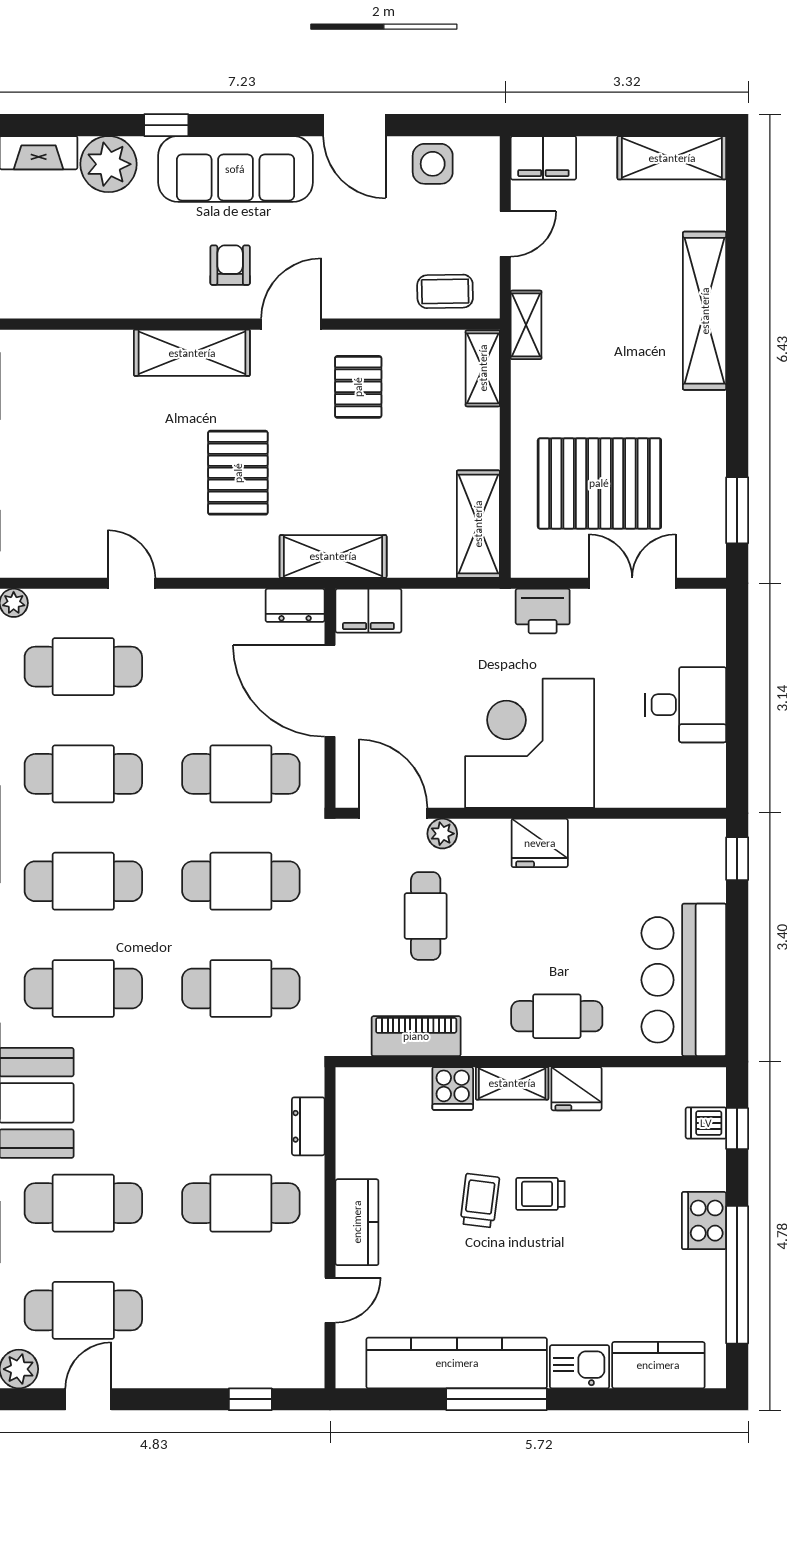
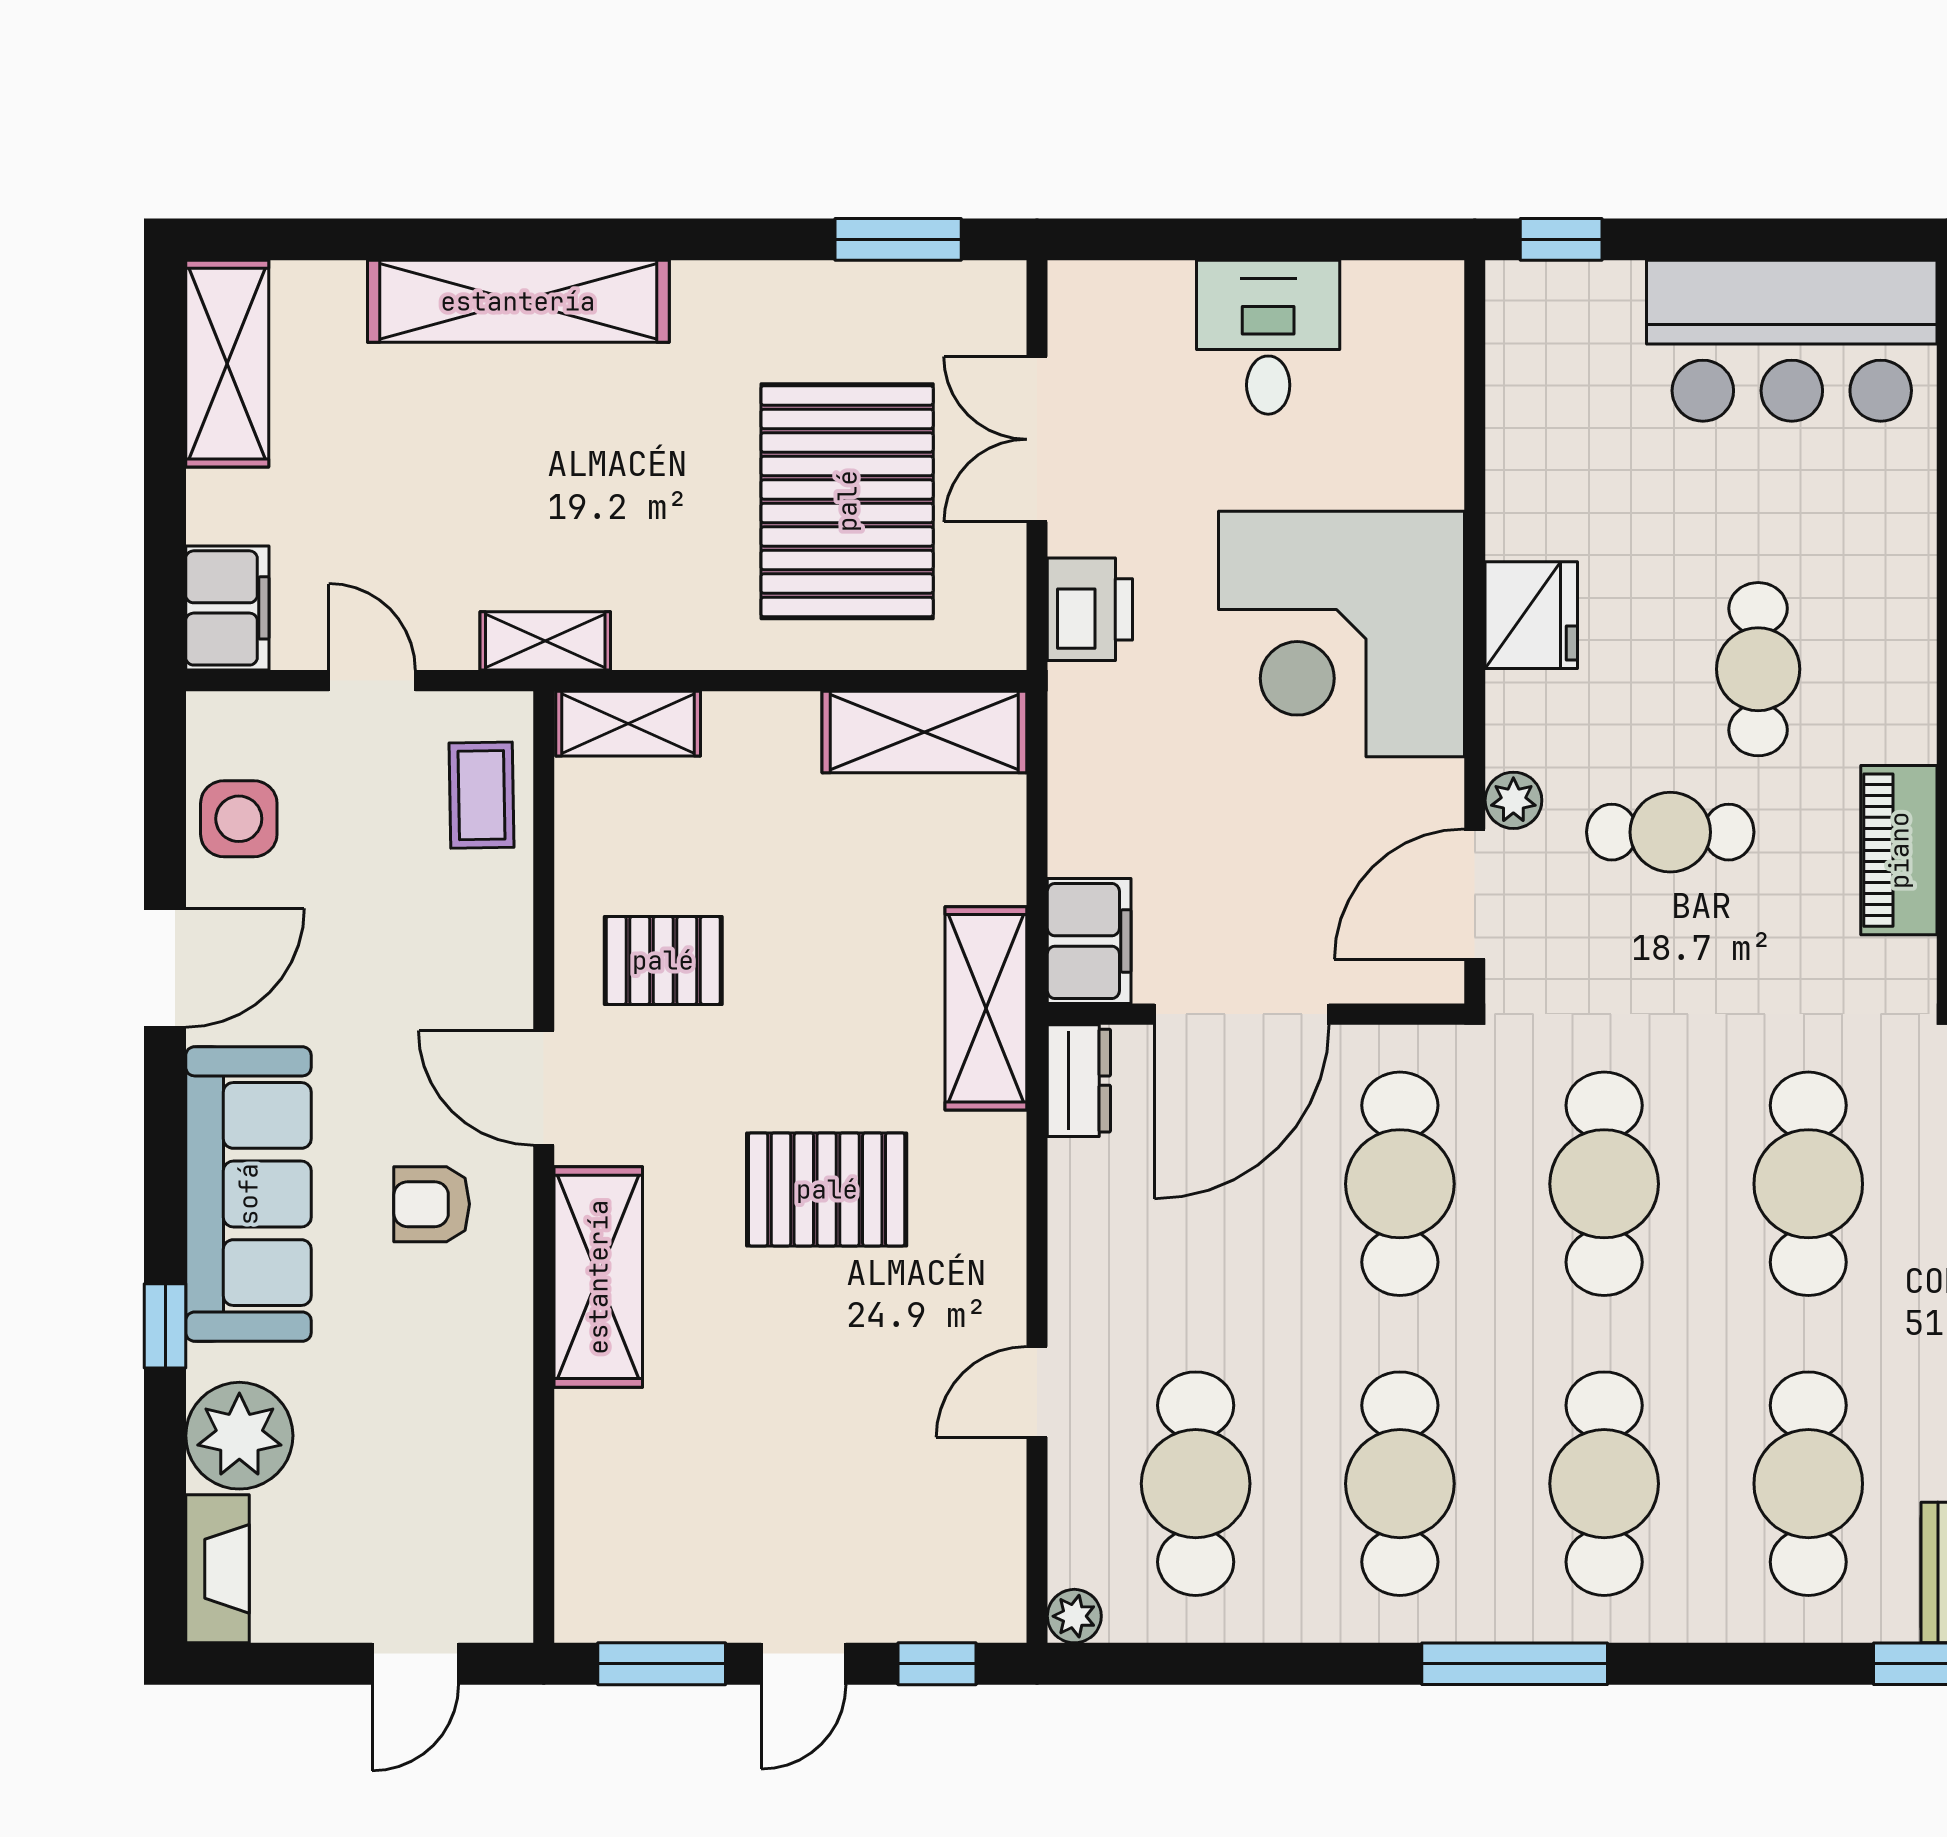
cafe table: (557, 1016) -> (1758, 669), moved

